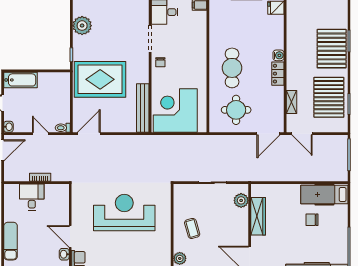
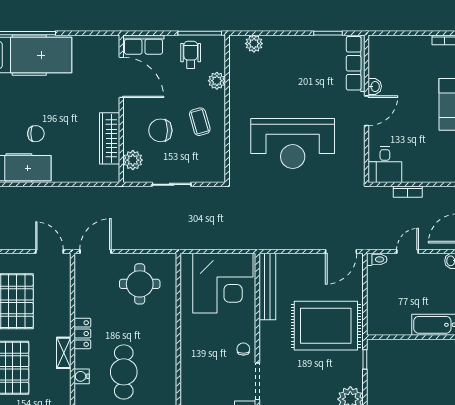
water cooler: (278, 55) -> (82, 376), moved
cafe table: (232, 68) -> (124, 372), moved
shelving: (292, 102) -> (64, 353), moved
door: (40, 134) -> (408, 251), swing flipped
desk: (32, 197) -> (385, 165), moved
chair: (221, 222) -> (160, 130), added
door: (70, 236) -> (367, 111), hinge flipped

